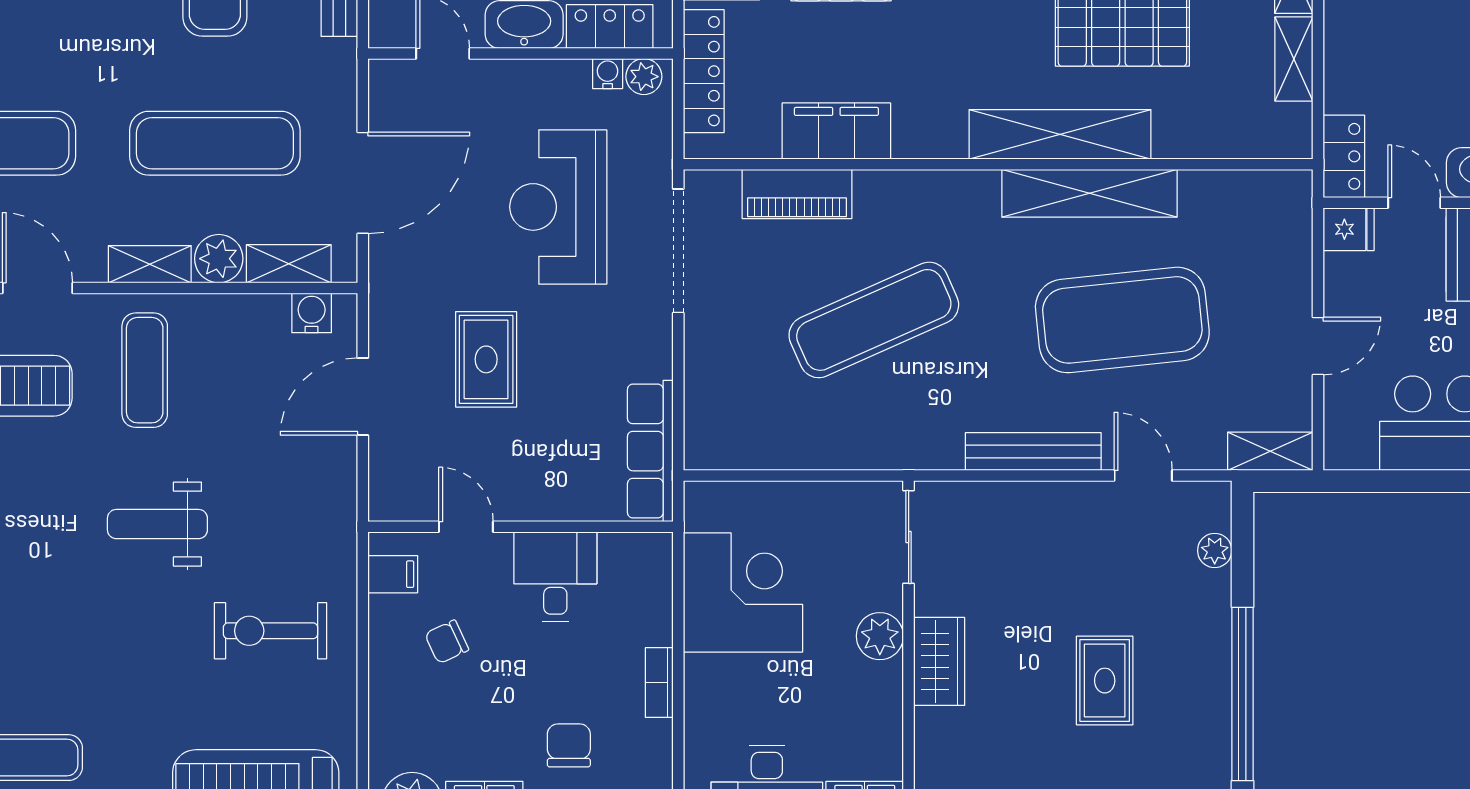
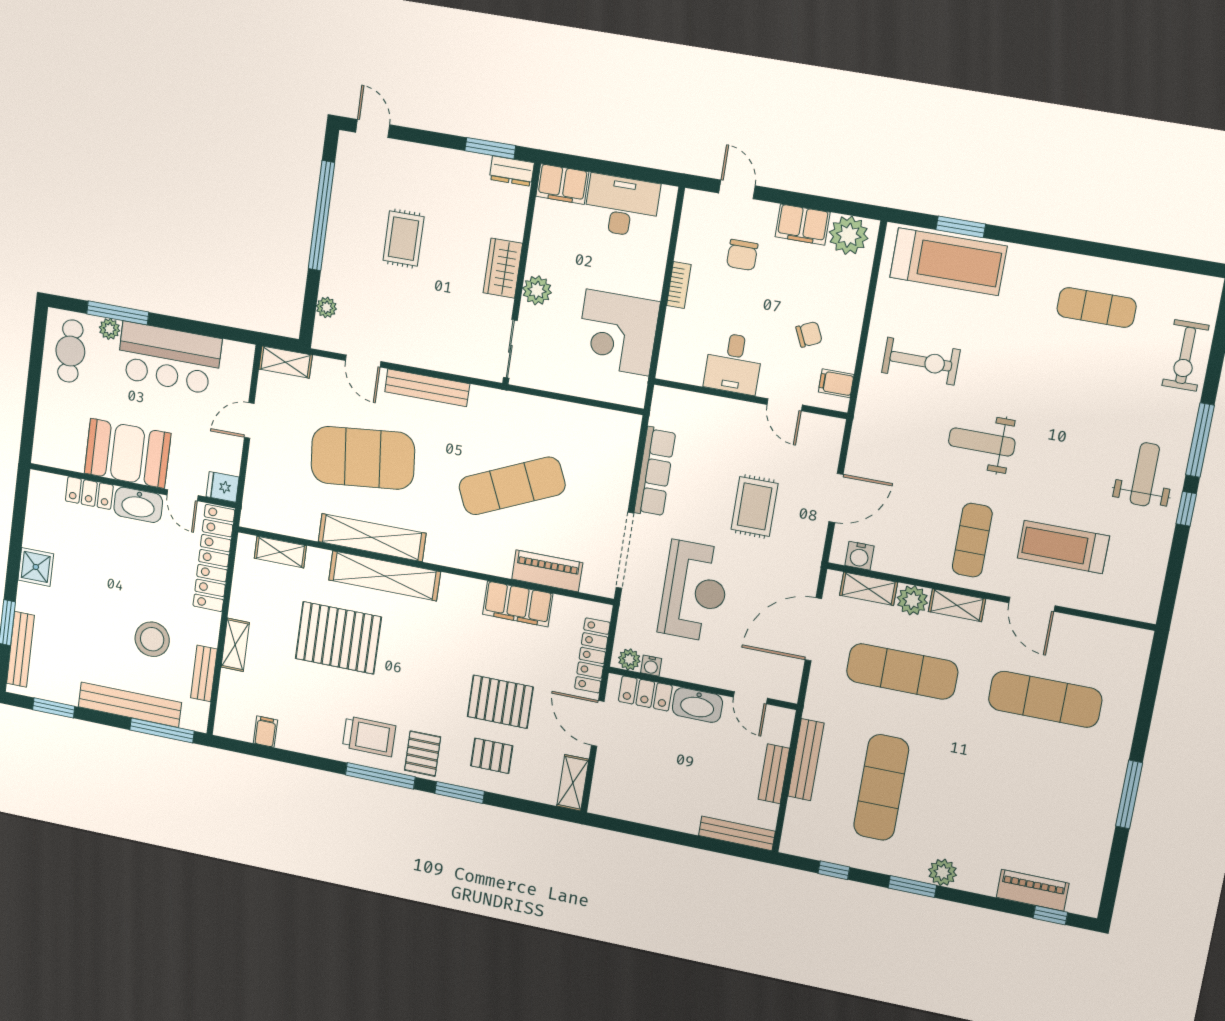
shelving: (1294, 59) -> (280, 552), moved, turned 90
locker: (1344, 156) -> (214, 558), width x2.16, depth x1.21
row of seats: (650, 451) -> (655, 472), moved
weight bench: (157, 524) -> (982, 442), turned 180

